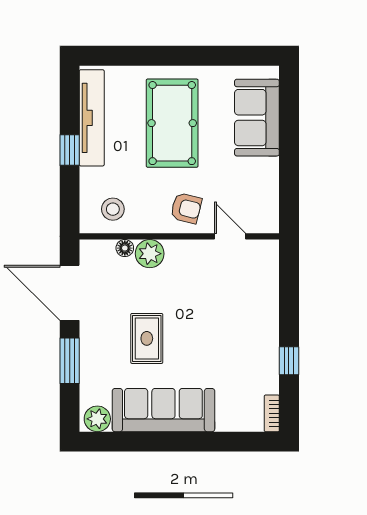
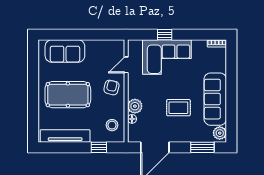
window: (70, 150) -> (99, 147), moved
corner sofa: (245, 316) -> (167, 57), added
window: (70, 361) -> (202, 147), moved
window: (289, 361) -> (165, 35), moved

